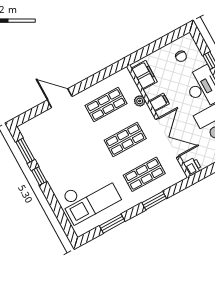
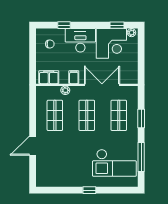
window: (25, 151) -> (56, 190), removed
printer: (193, 166) -> (132, 78), removed
window: (39, 176) -> (89, 190), moved
checkout: (90, 198) -> (114, 163), turned 90
window: (112, 224) -> (141, 157), width x1.44

